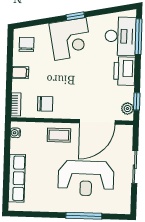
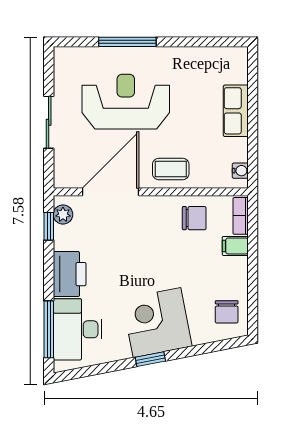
filing cabinet: (20, 73) -> (235, 246), moved
chair: (45, 104) -> (194, 218), turned 180
row of seats: (17, 178) -> (236, 111), width x0.68

